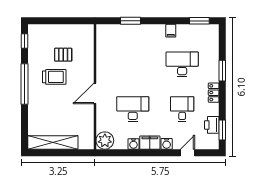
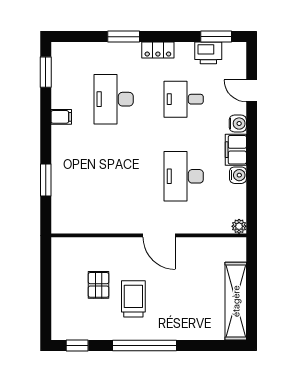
plant: (105, 141) -> (239, 226), width x0.53, depth x0.53

